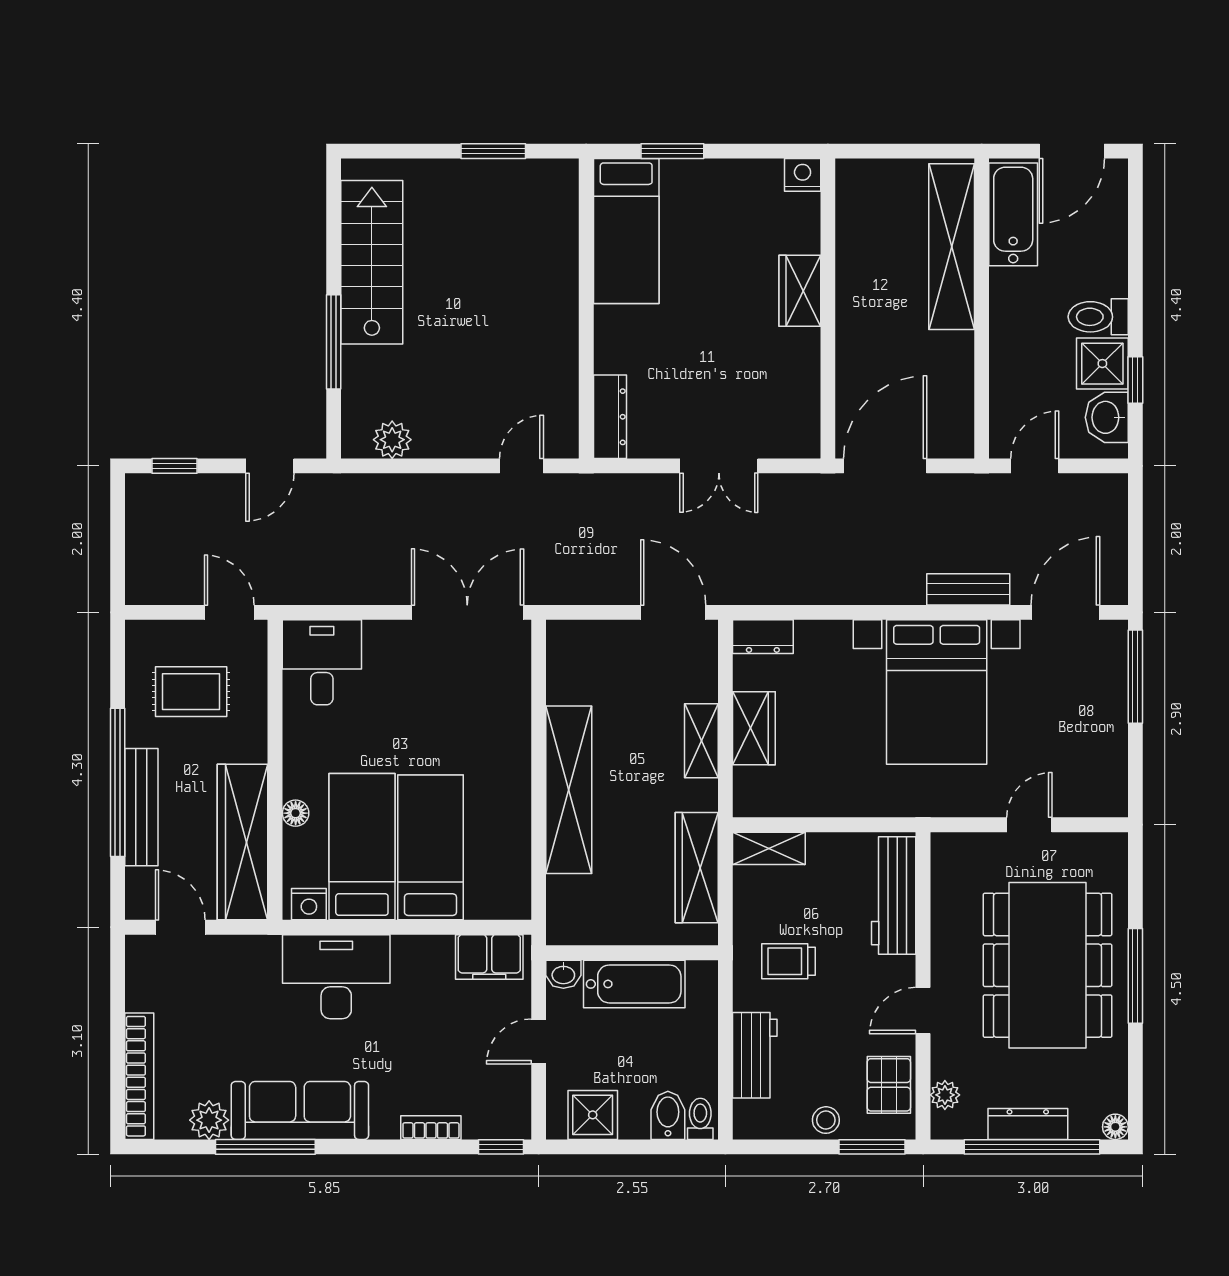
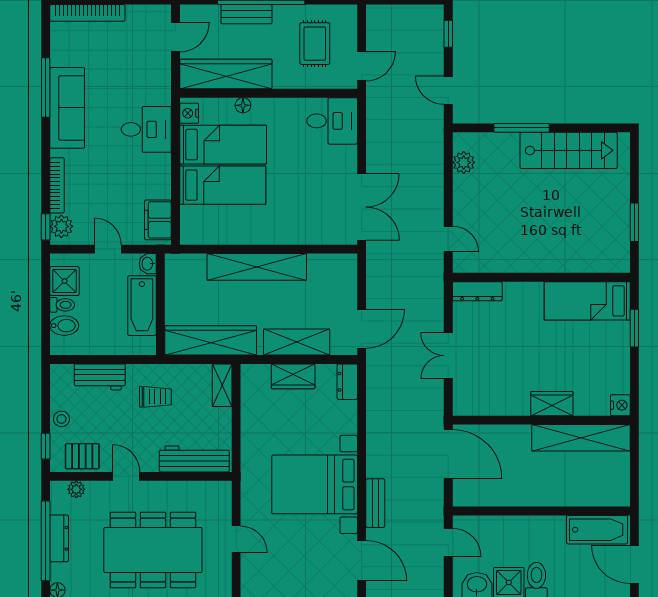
shelving: (952, 247) -> (581, 438), moved
shelving: (701, 741) -> (297, 342), width x1.50, depth x1.33
bench: (141, 807) -> (246, 14), width x0.73
wardrobe: (697, 868) -> (211, 340), width x1.40, depth x1.17
trolley: (788, 961) -> (155, 397), turned 90
desk: (336, 977) -> (146, 129), width x0.73
toilet: (700, 1119) -> (62, 305), moved
plant: (209, 1120) -> (61, 226), moved
bookcase: (431, 1128) -> (57, 185), width x1.56
window: (872, 1147) -> (46, 446), width x0.67

